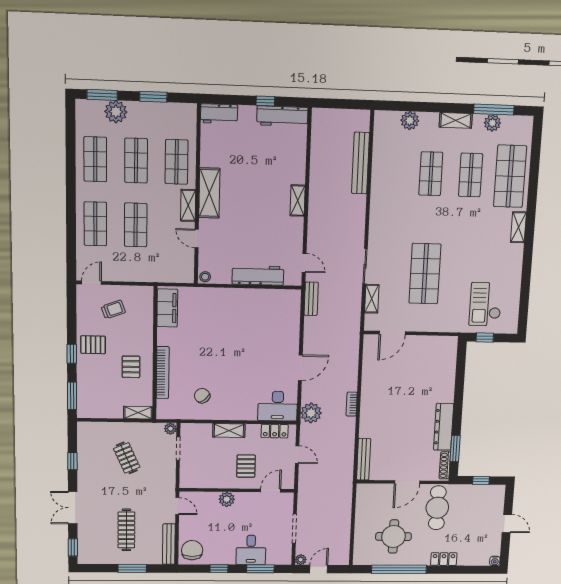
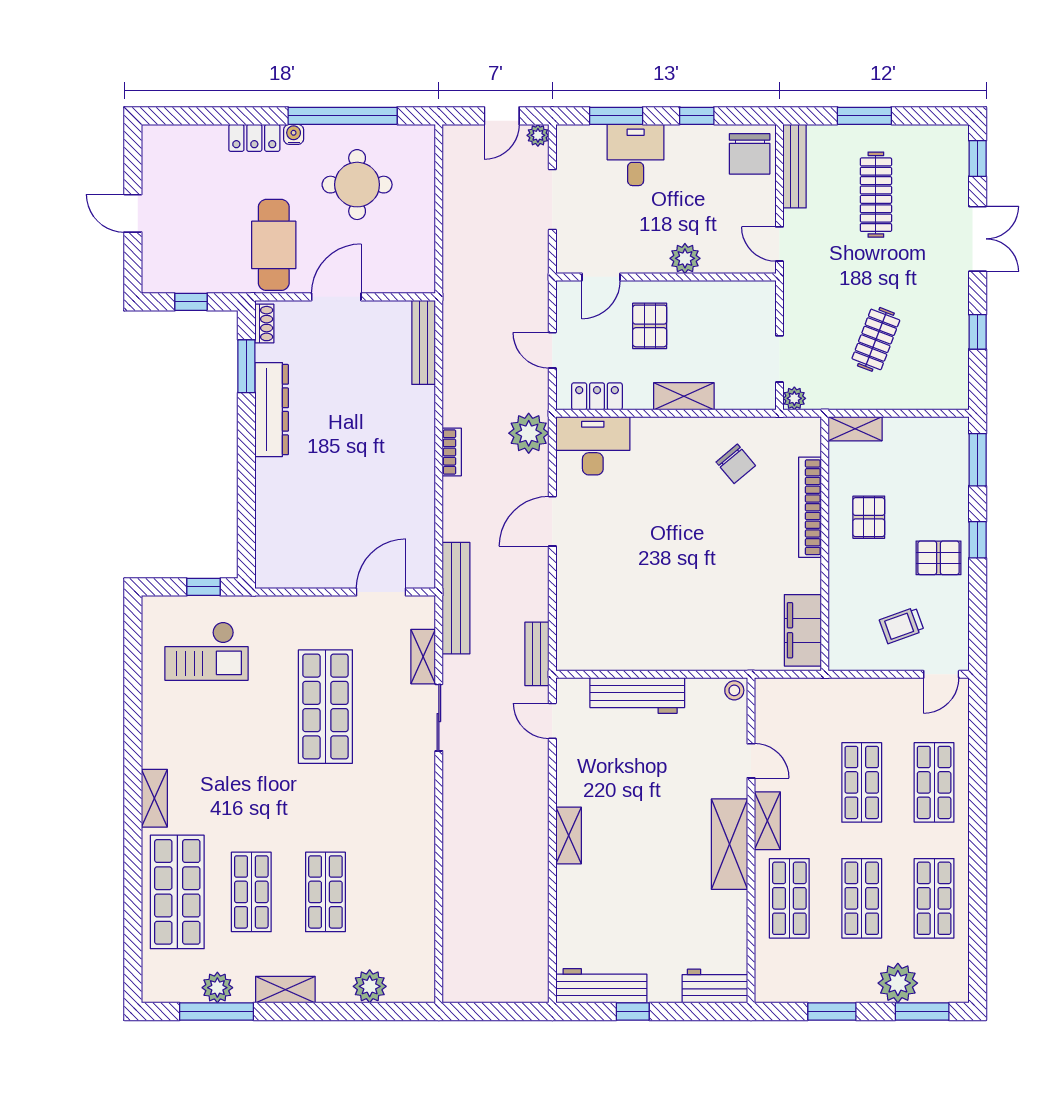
bench: (361, 163) -> (456, 598), moved
checkout: (486, 304) -> (206, 651), turned 90
clothes rail: (127, 458) -> (876, 339), turned 45
shoe rack: (445, 465) -> (264, 324), width x0.70
water cooler: (495, 561) -> (294, 134), moved

